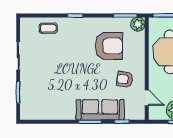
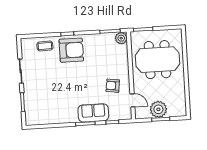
armchair: (109, 46) -> (71, 50), moved
sofa: (100, 110) -> (93, 113), width x0.73

